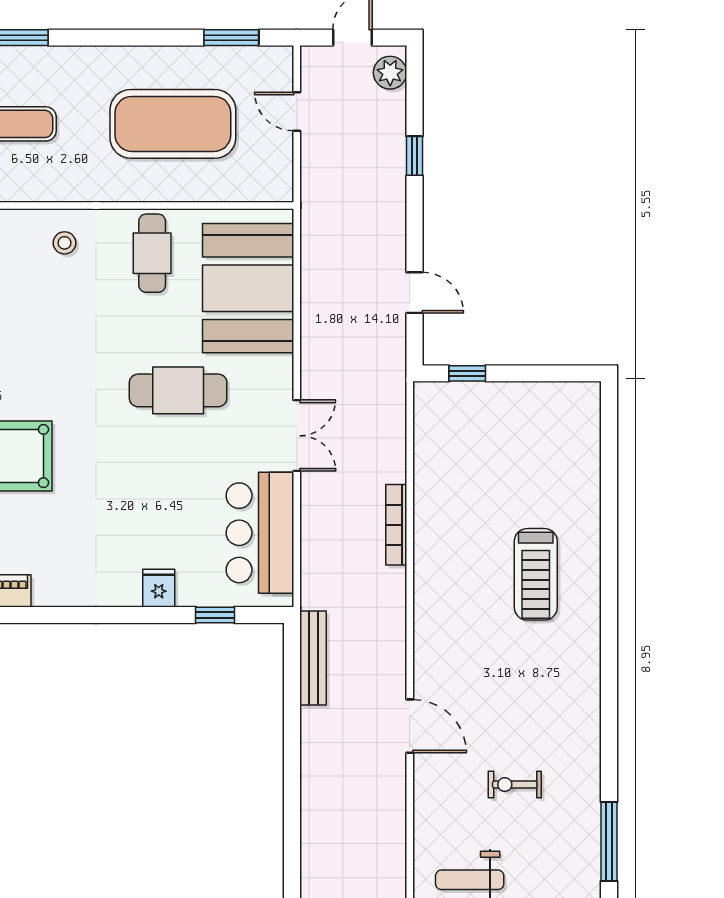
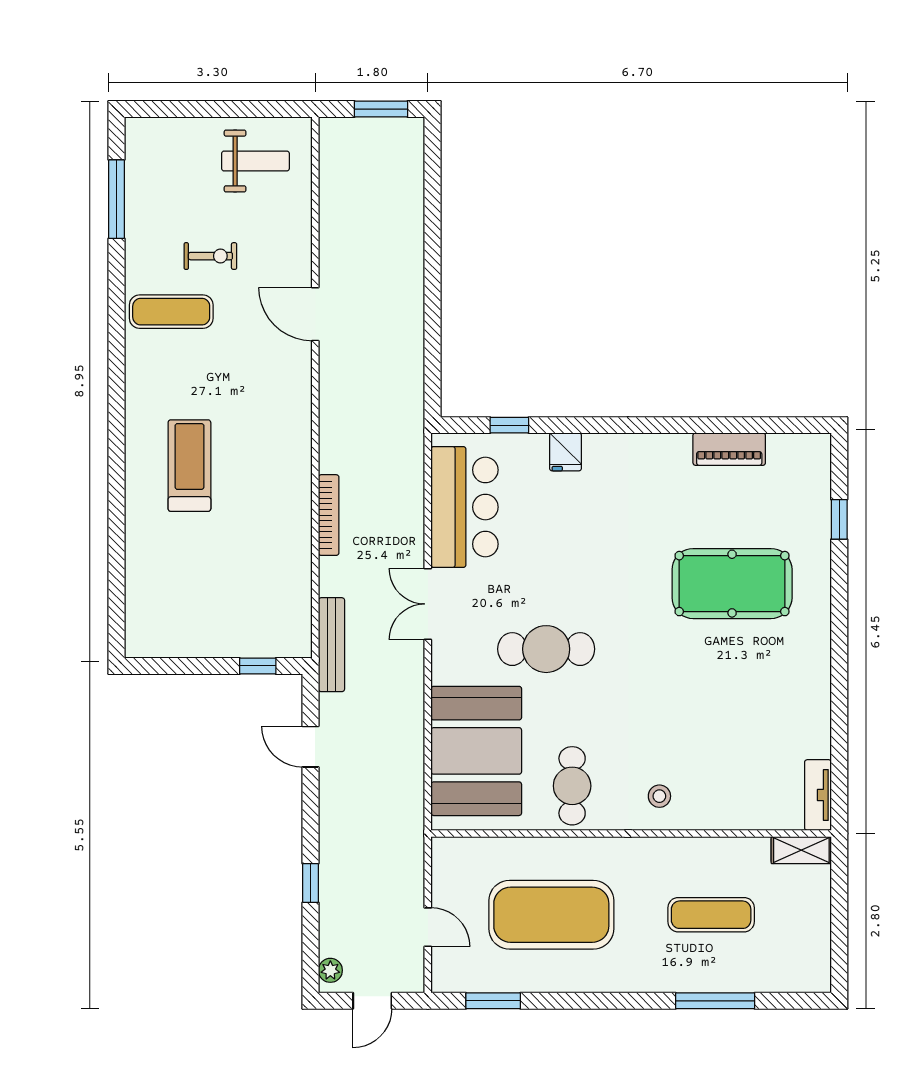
plant: (390, 73) -> (330, 970), width x0.73, depth x0.73
bench: (313, 658) -> (331, 645), moved
exercise mat: (554, 729) -> (171, 312), added

